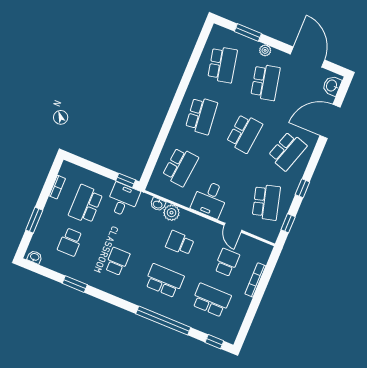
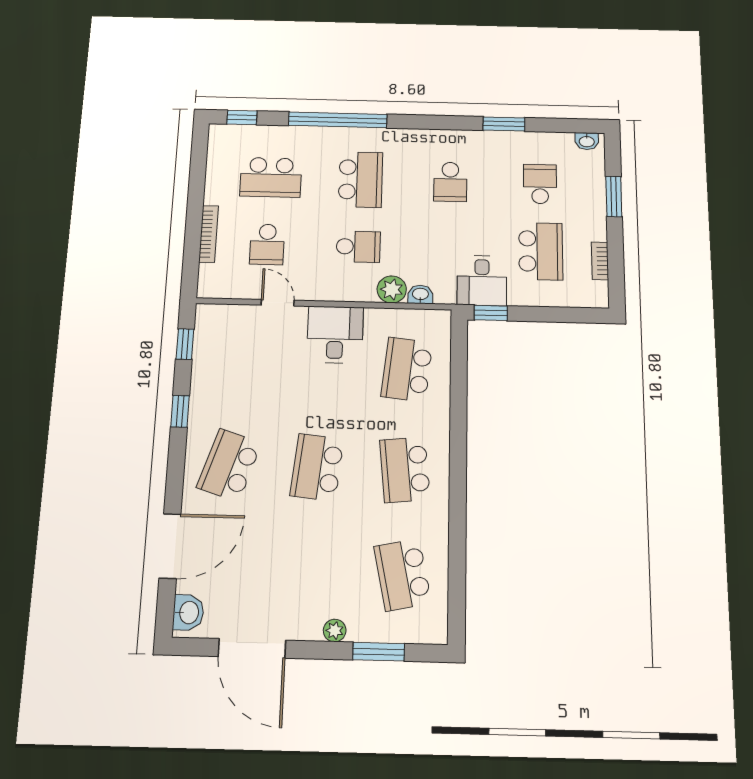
school desk: (265, 82) -> (313, 572), removed
school desk: (266, 202) -> (235, 365), removed
school desk: (164, 281) -> (361, 180), turned -90

